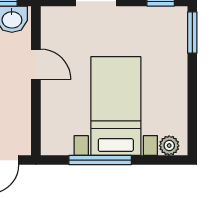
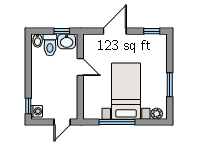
window: (192, 33) -> (170, 85), moved

